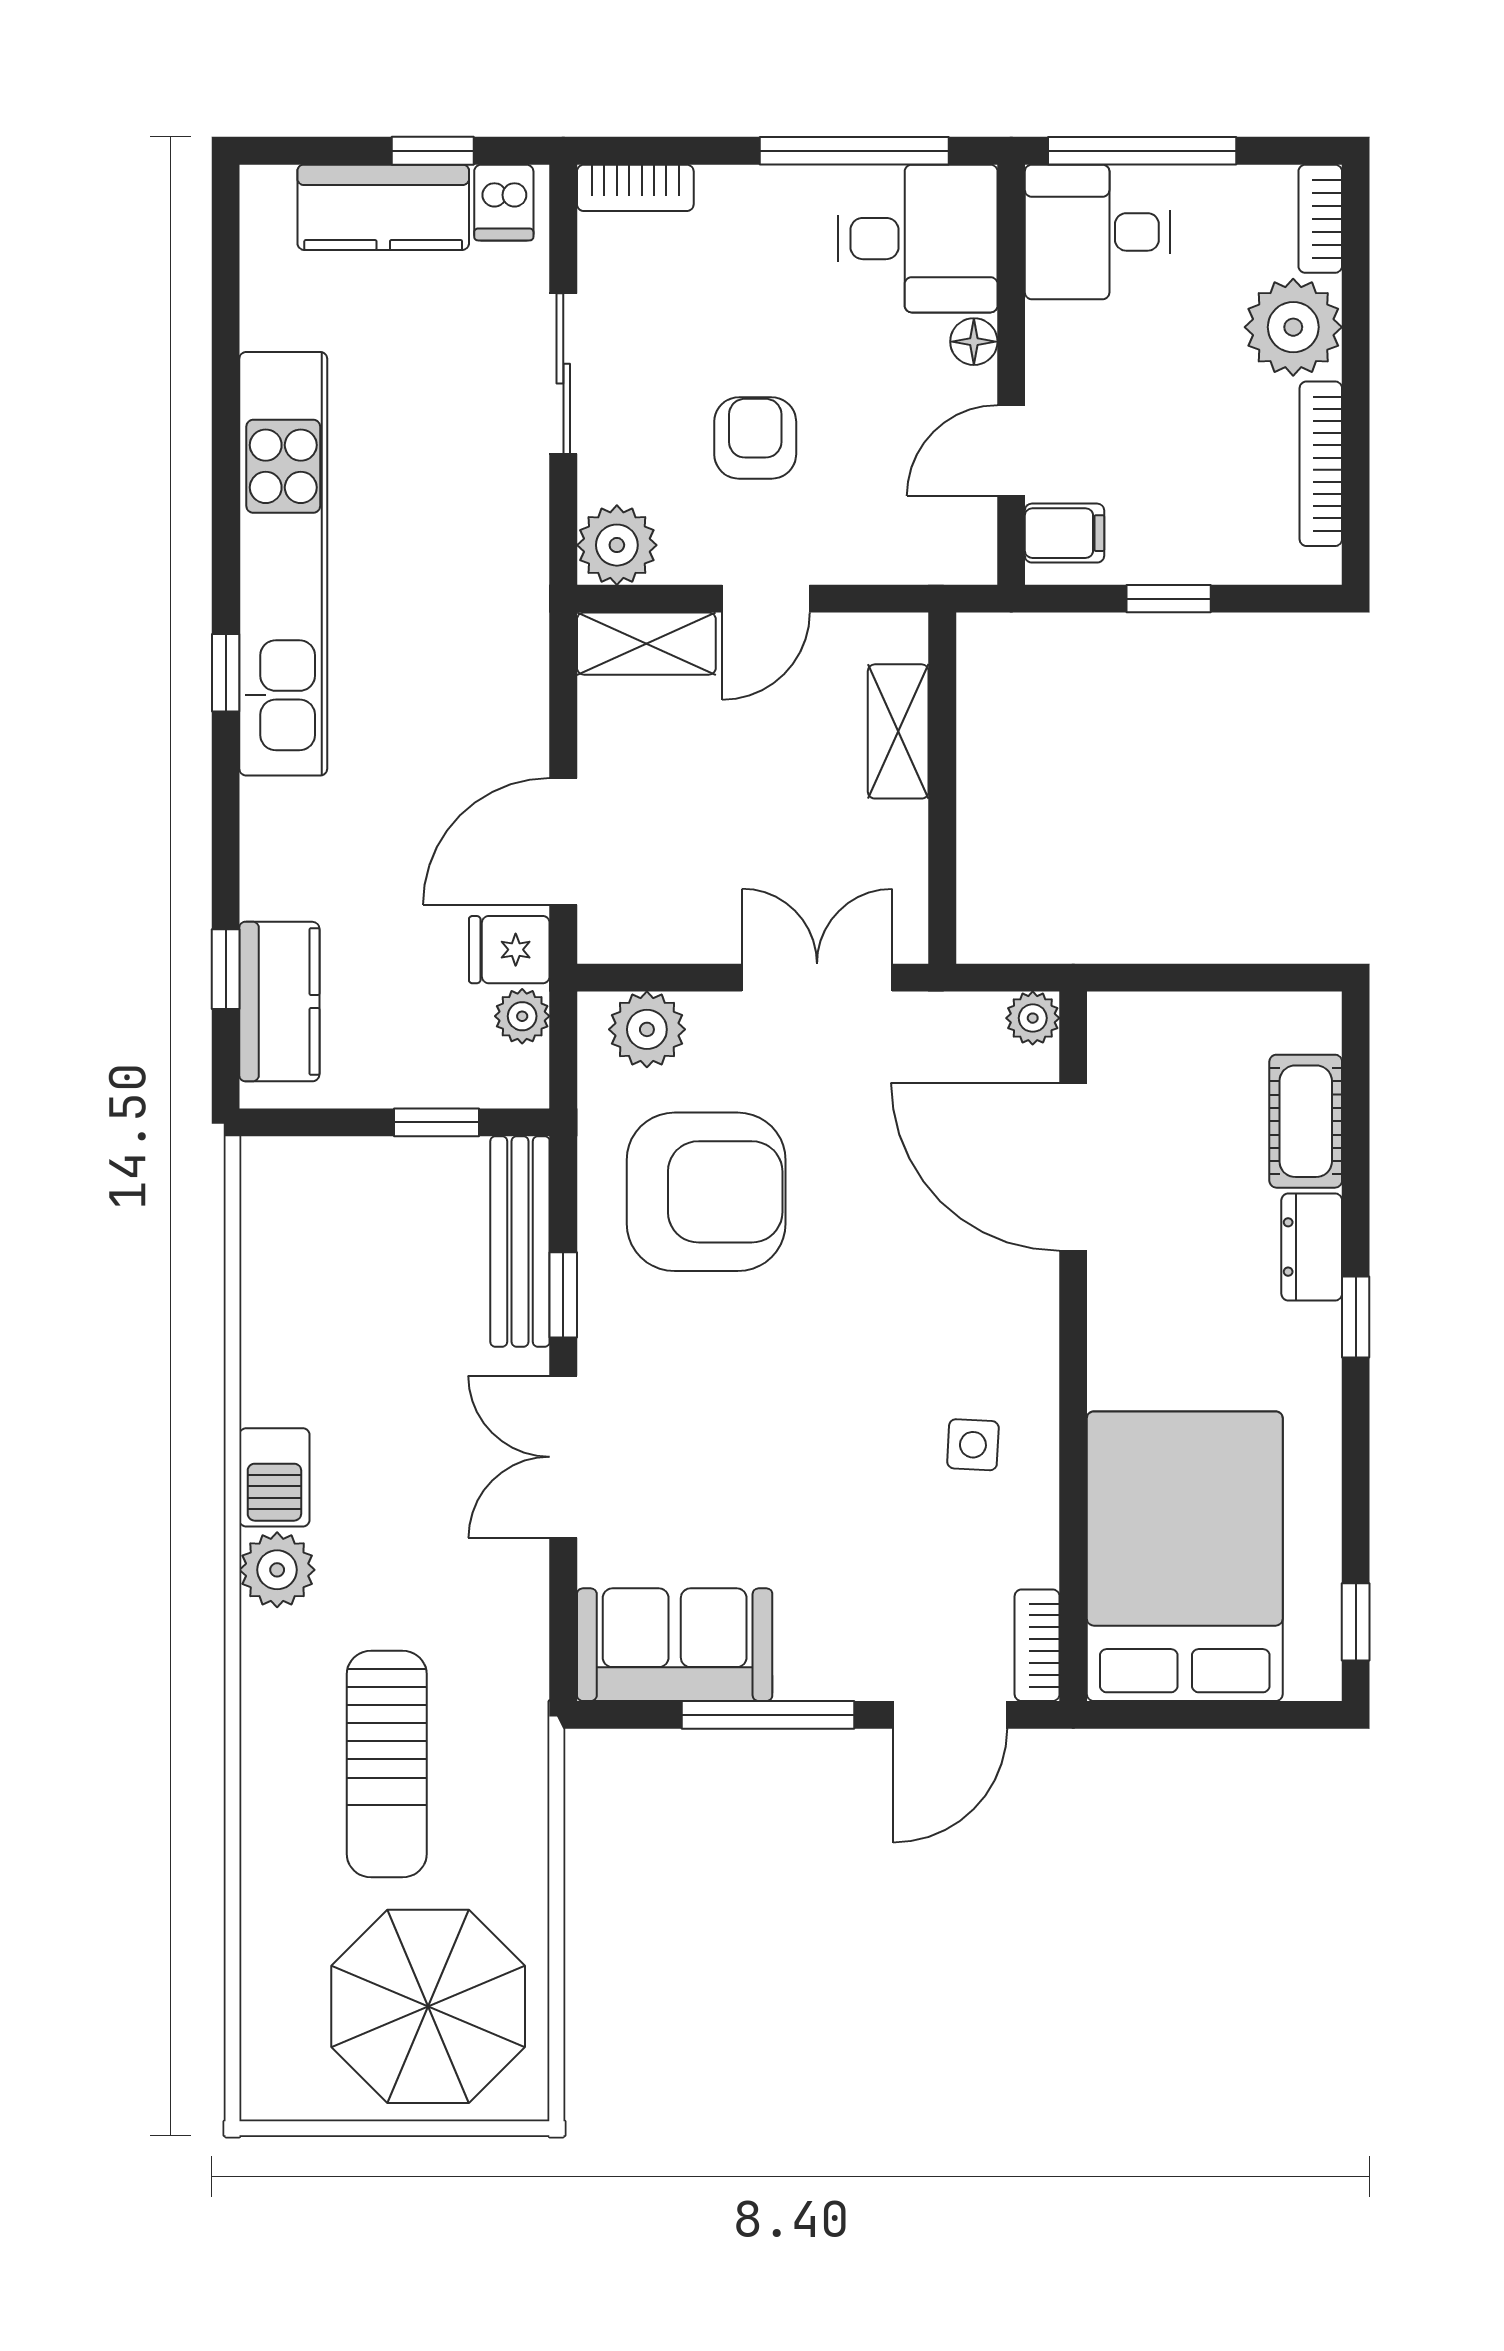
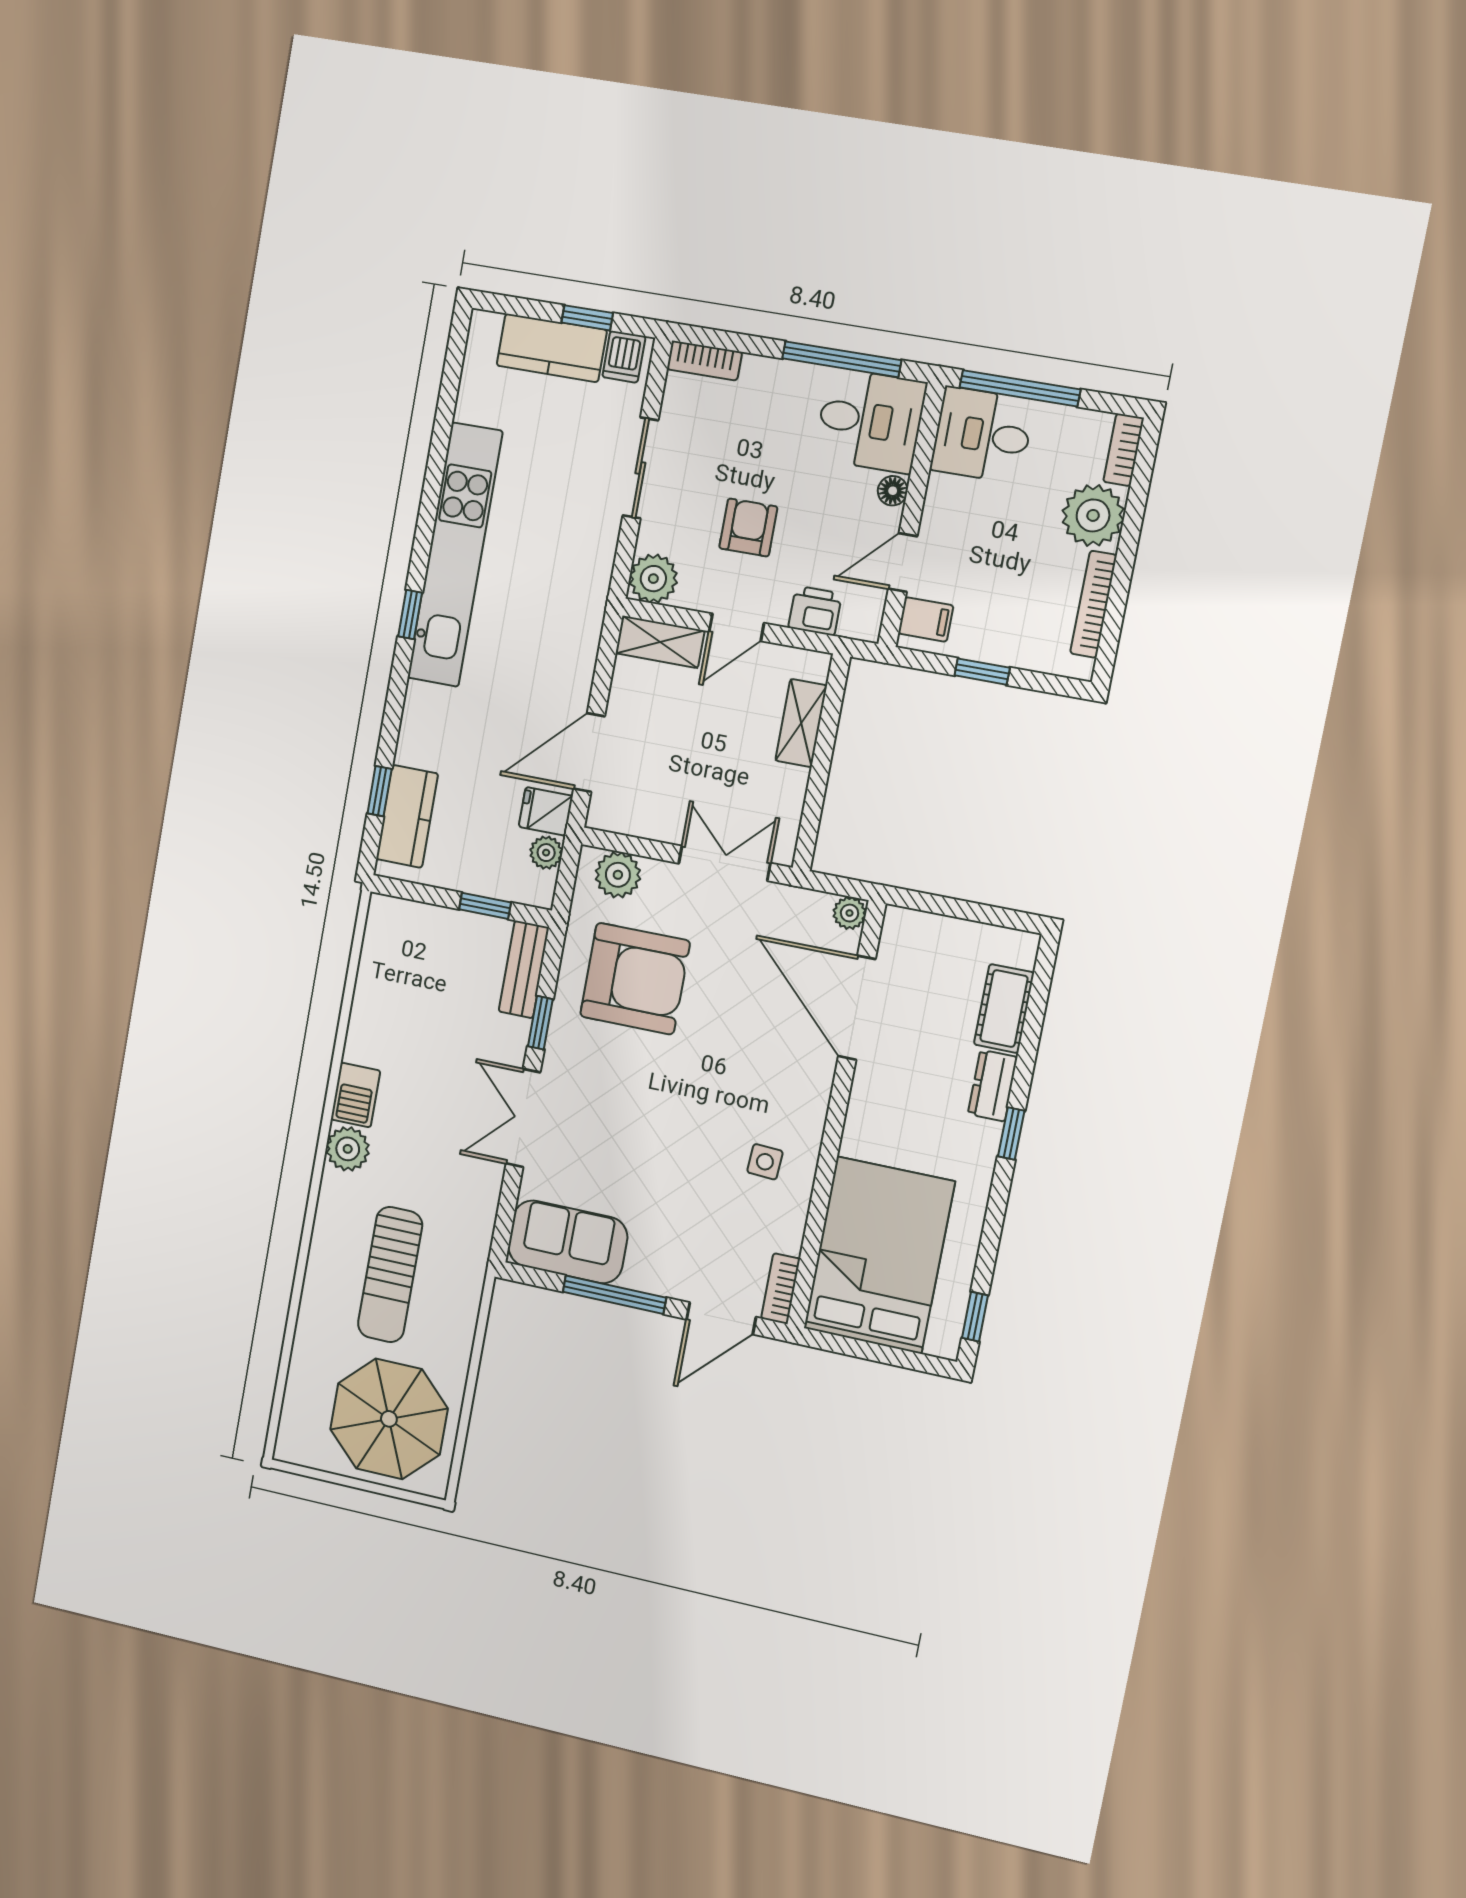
printer: (887, 550) -> (815, 611), added
bench: (520, 1241) -> (524, 969), width x0.73

